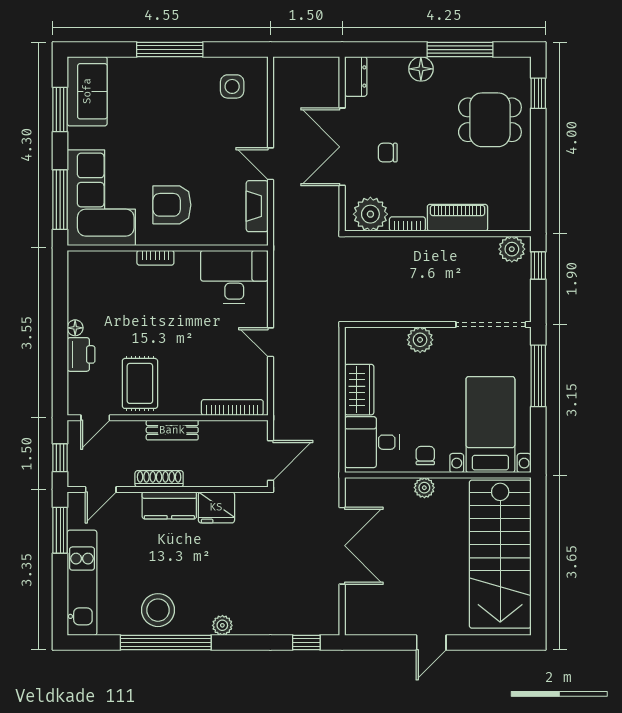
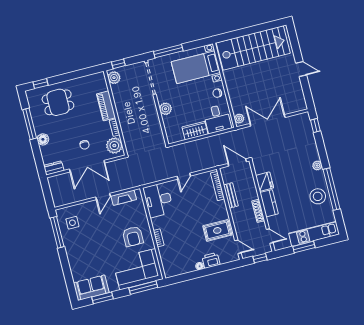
window: (170, 50) -> (57, 232), moved
dining table: (490, 120) -> (58, 102), turned 90
bench: (172, 430) -> (231, 195), moved
plant: (424, 488) -> (239, 119), moved
window: (60, 530) -> (304, 247), moved

